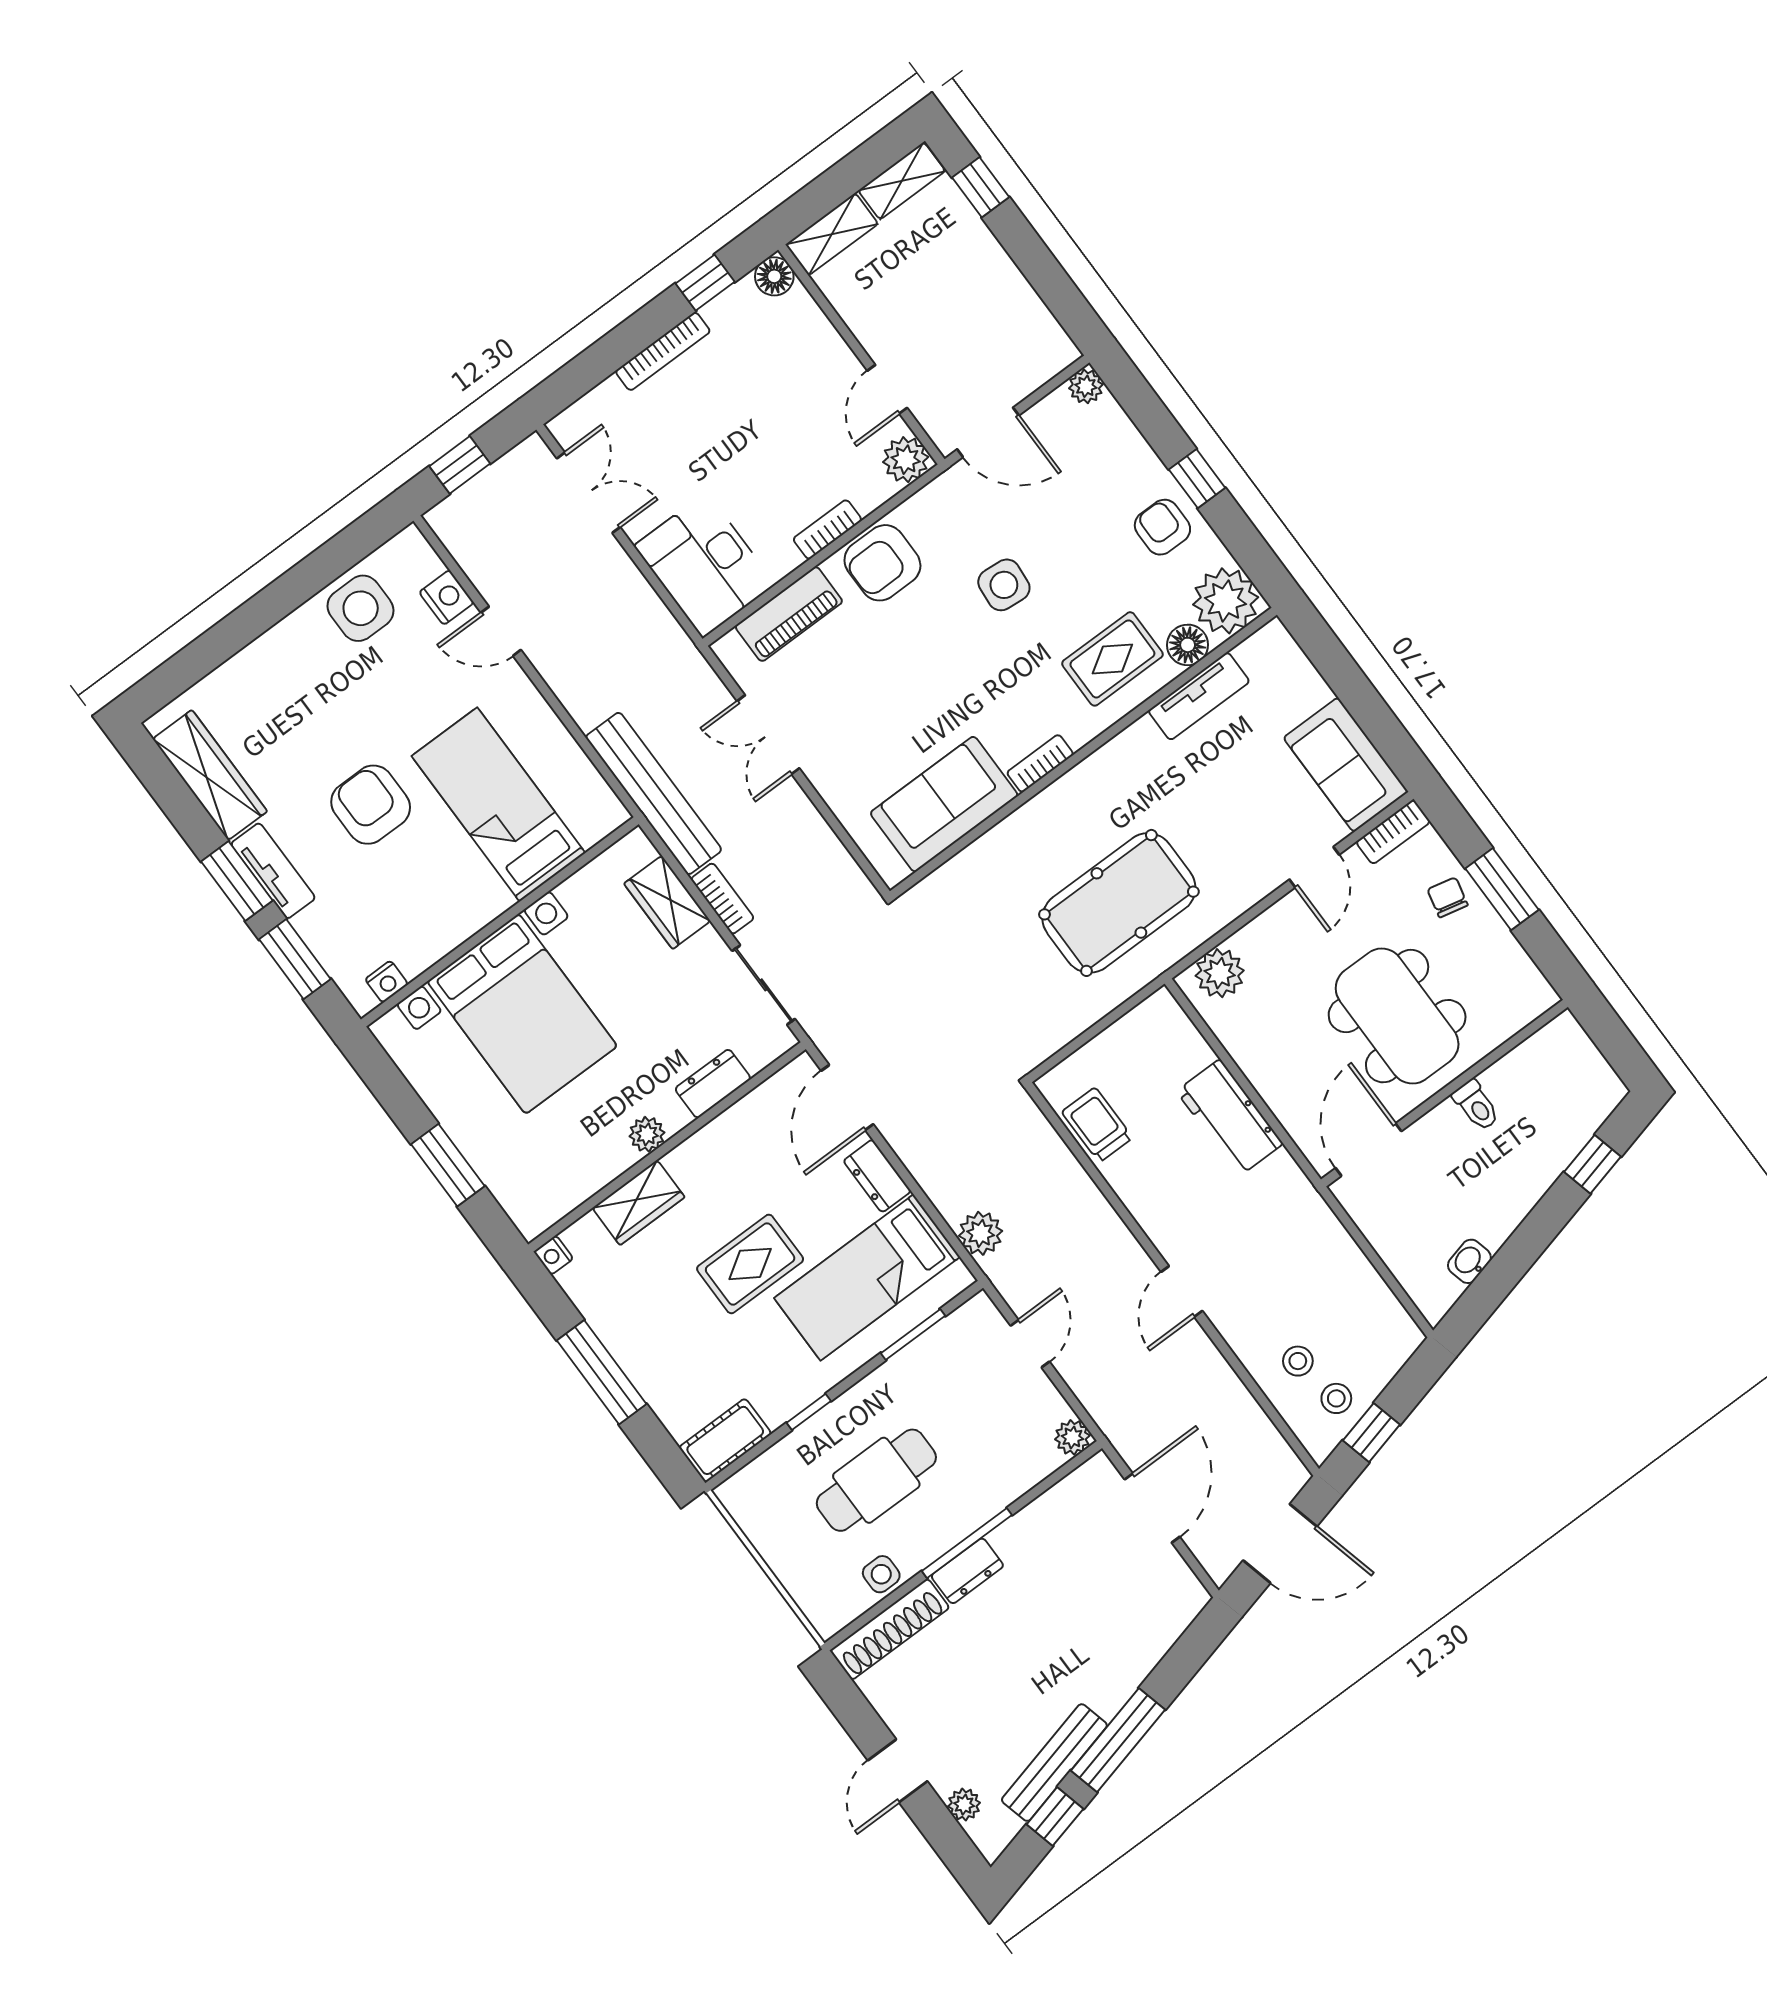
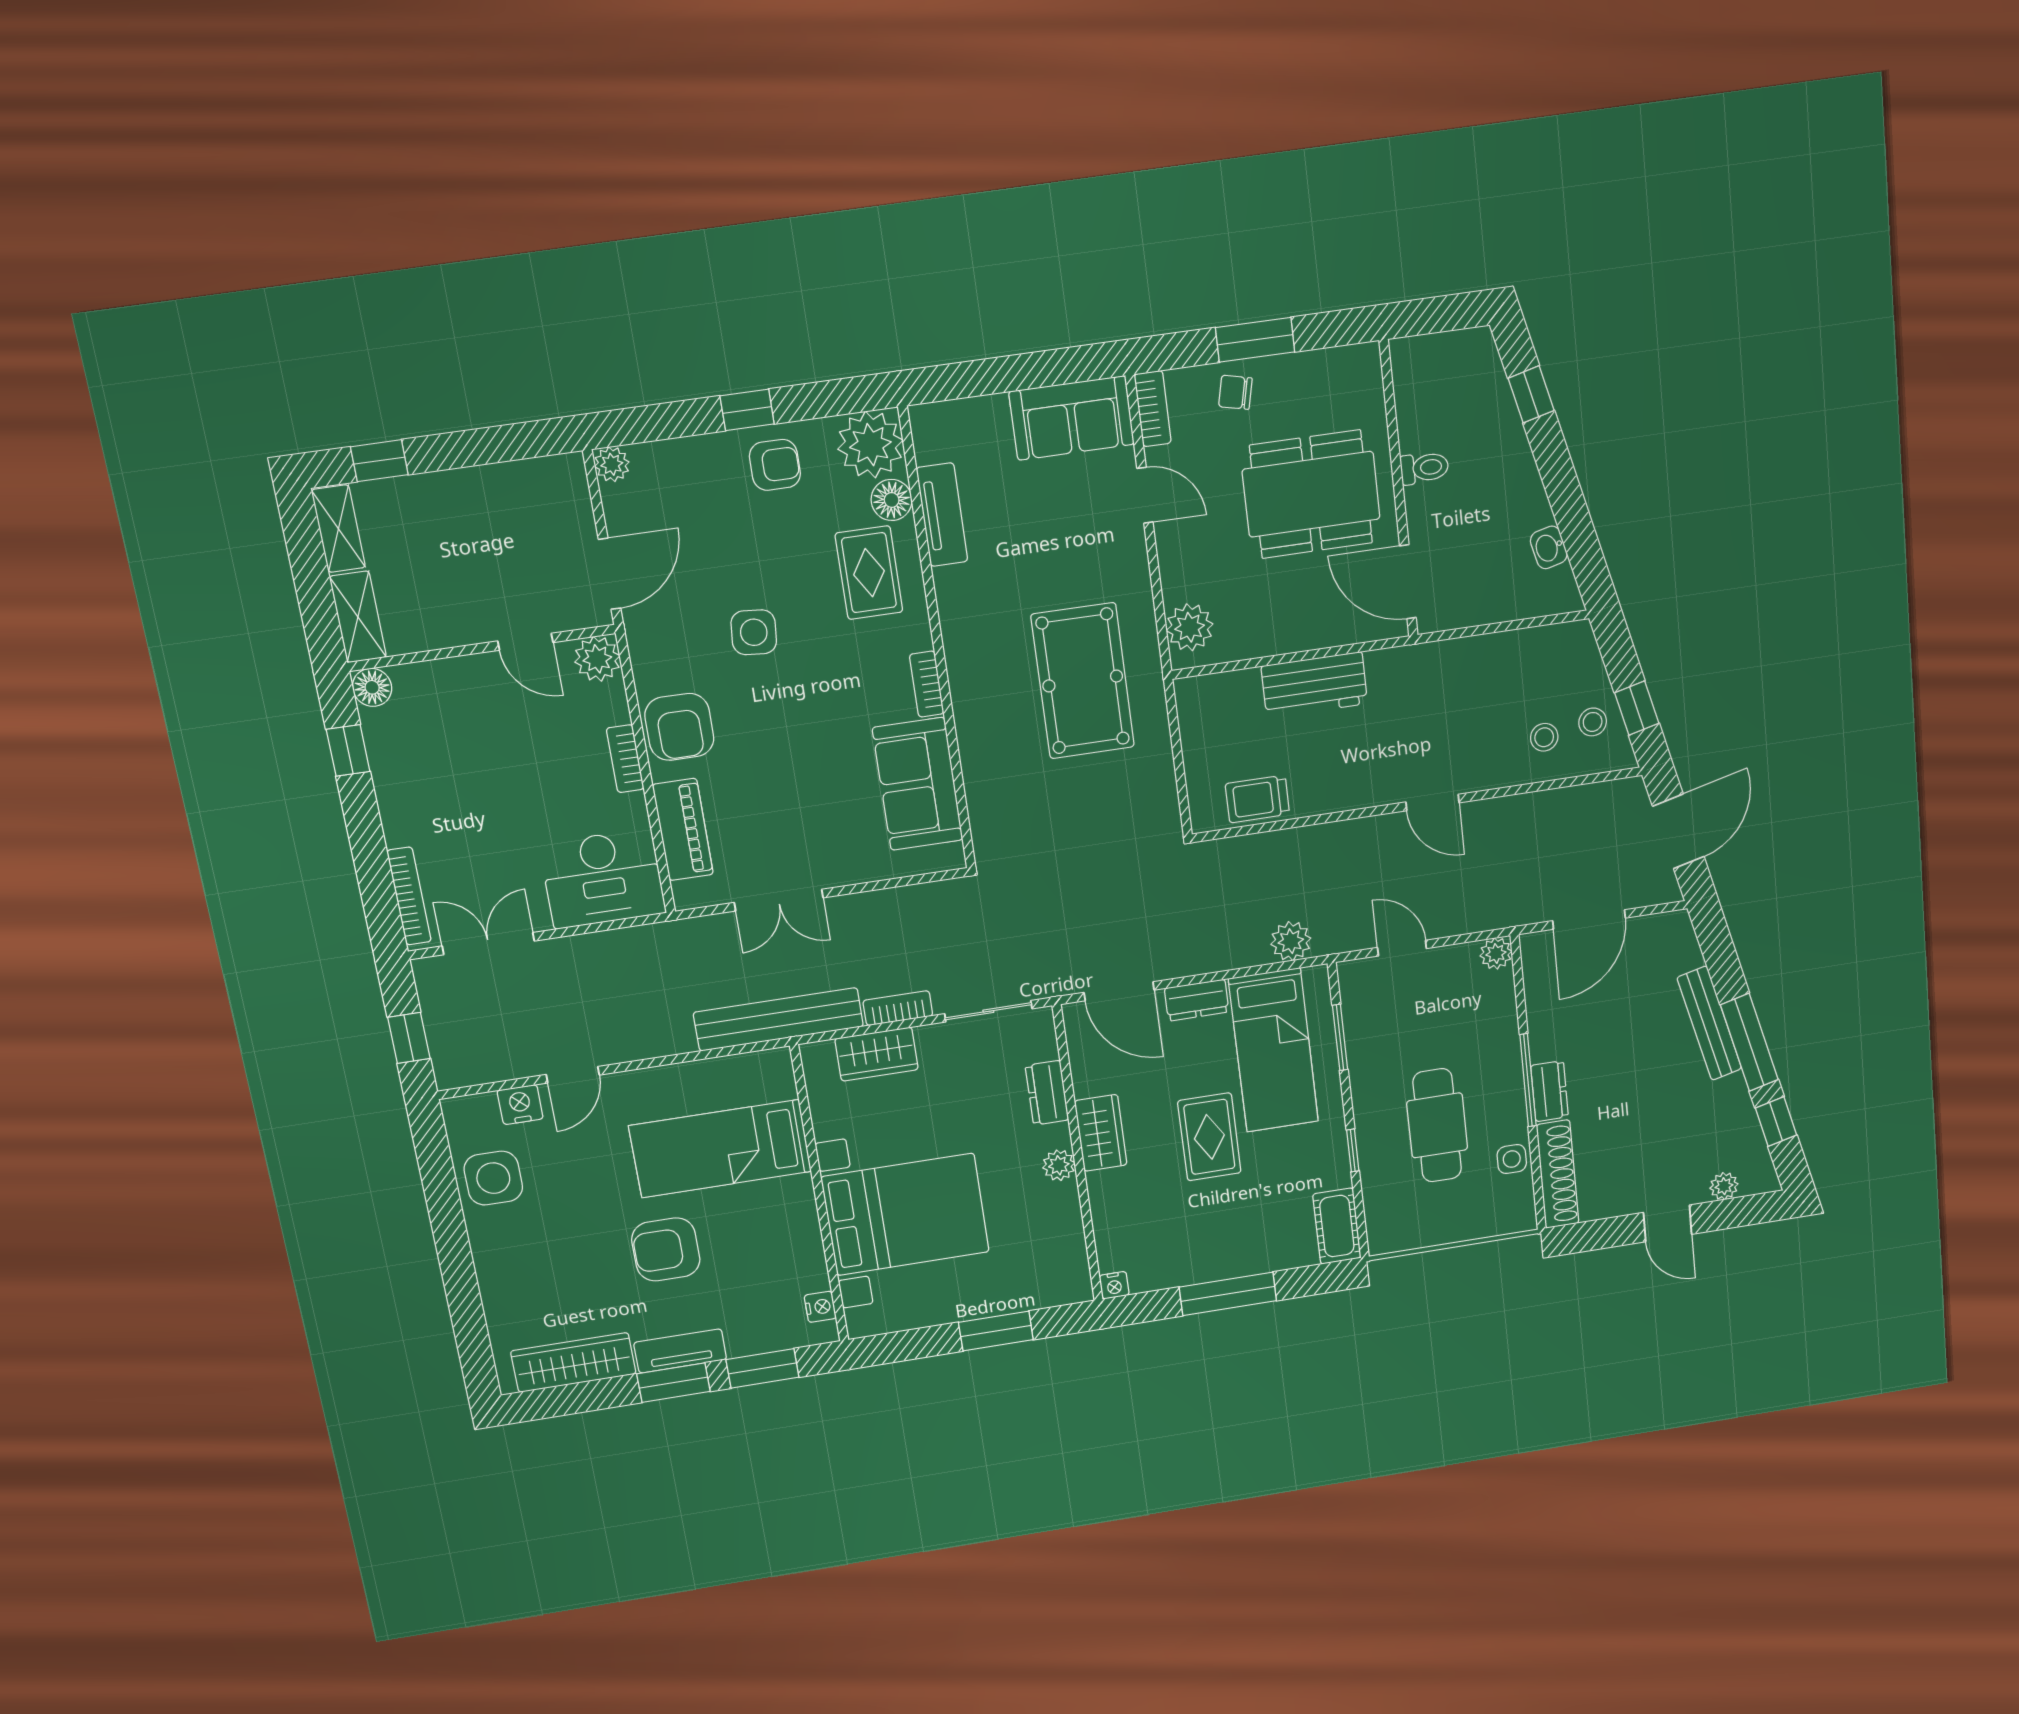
bookcase: (663, 351) -> (409, 896), moved
armchair: (1162, 527) -> (775, 465), turned 180
wardrobe: (639, 1203) -> (1101, 1133), moved
door: (1152, 1508) -> (1589, 919), swing flipped
bench: (1054, 1763) -> (1709, 1023), moved

